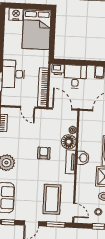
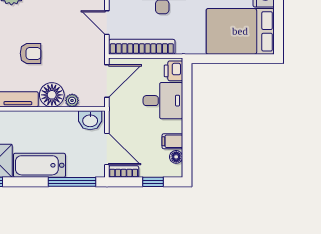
door: (28, 107) -> (107, 23), hinge flipped
washbasin: (83, 158) -> (90, 120), moved

